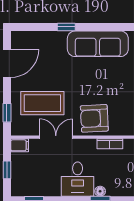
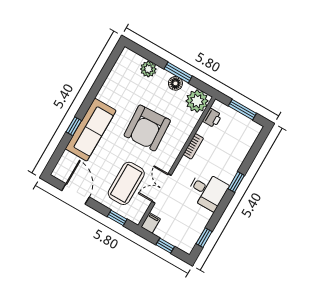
sofa: (98, 44) -> (91, 130), moved
armchair: (94, 118) -> (147, 128), moved, width x1.36, depth x1.36
floor lamp: (100, 191) -> (228, 178), removed

